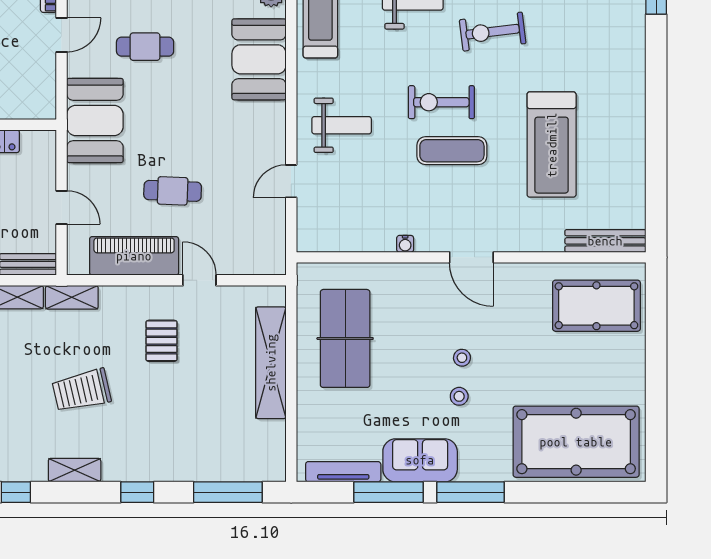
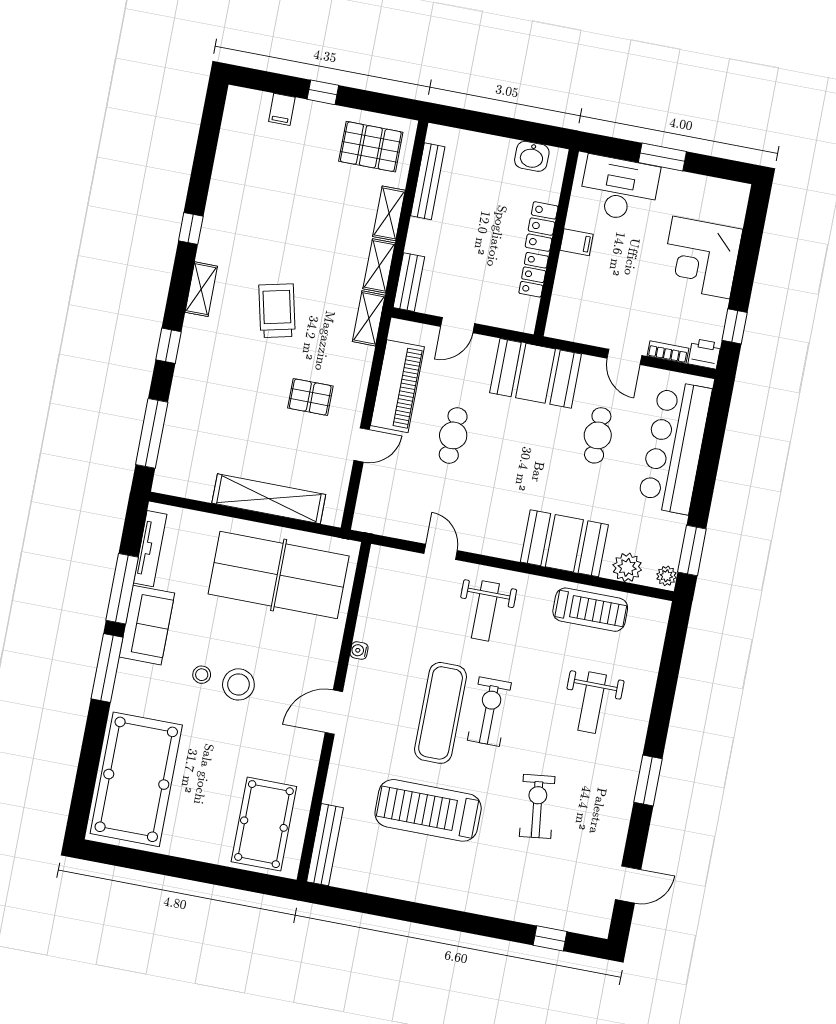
exercise bike: (493, 32) -> (537, 806), moved
exercise mat: (452, 151) -> (441, 713), width x1.36, depth x1.45
table tennis table: (345, 338) -> (279, 575), width x1.36, depth x1.32
stool: (462, 358) -> (238, 684), width x1.89, depth x1.89

